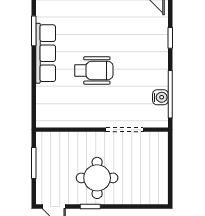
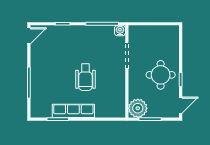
wheelchair: (94, 70) -> (85, 77), turned 180
water cooler: (160, 97) -> (120, 31), moved
plant: (49, 145) -> (138, 108), added

